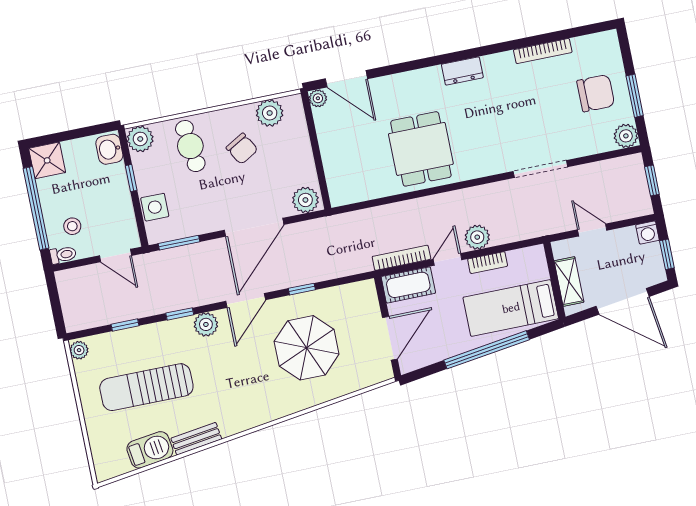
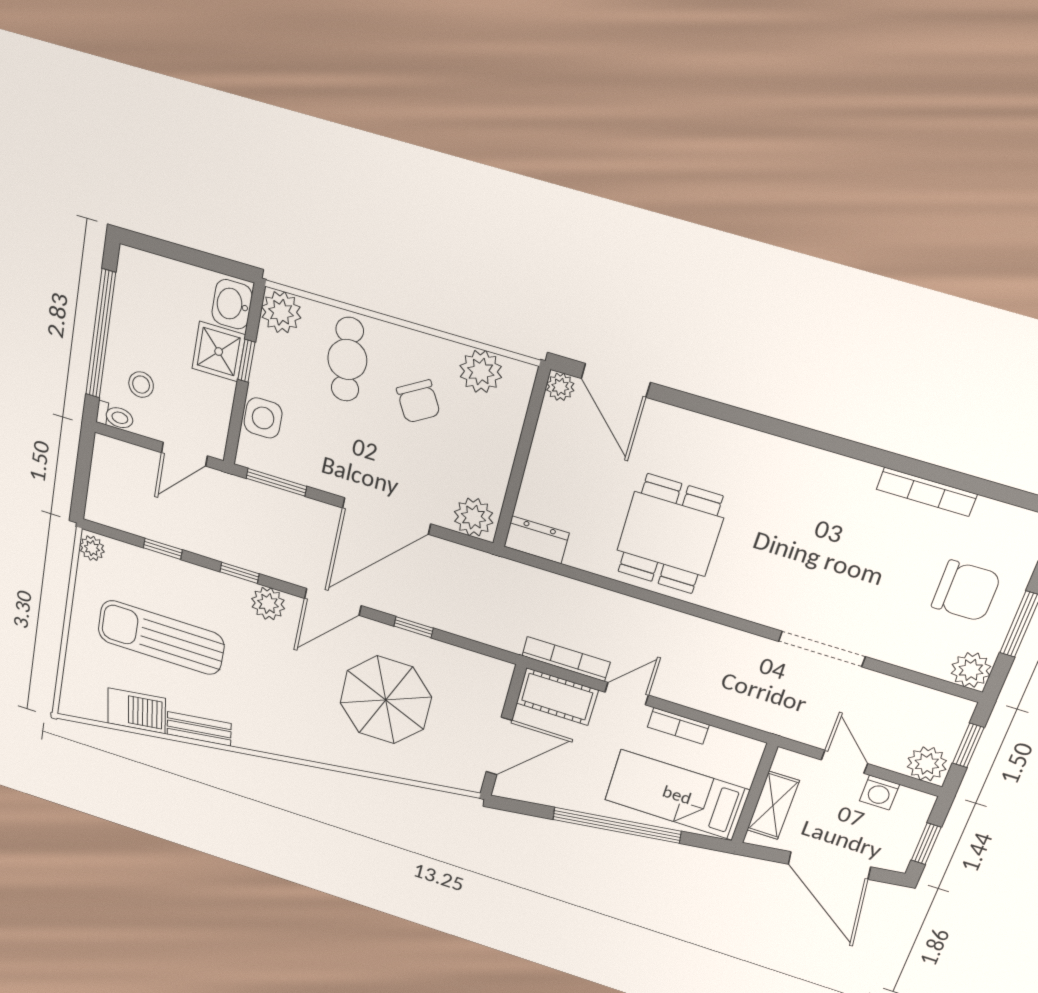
dresser: (462, 71) -> (536, 540), moved, turned 180
shower: (47, 160) -> (219, 352), moved
washing machine: (648, 233) -> (879, 793), moved
plant: (477, 237) -> (927, 764), moved
door: (115, 256) -> (184, 454), hinge flipped

